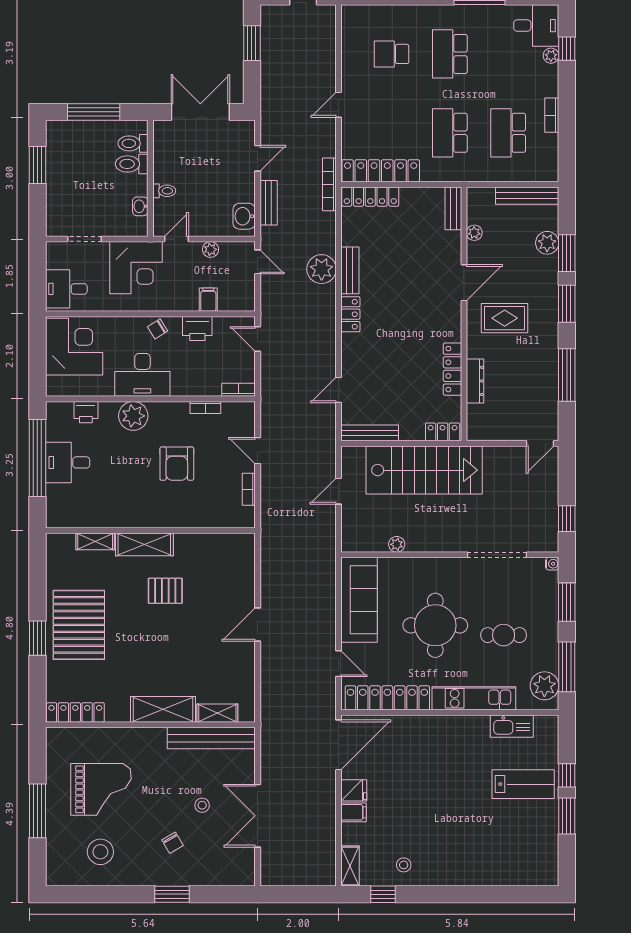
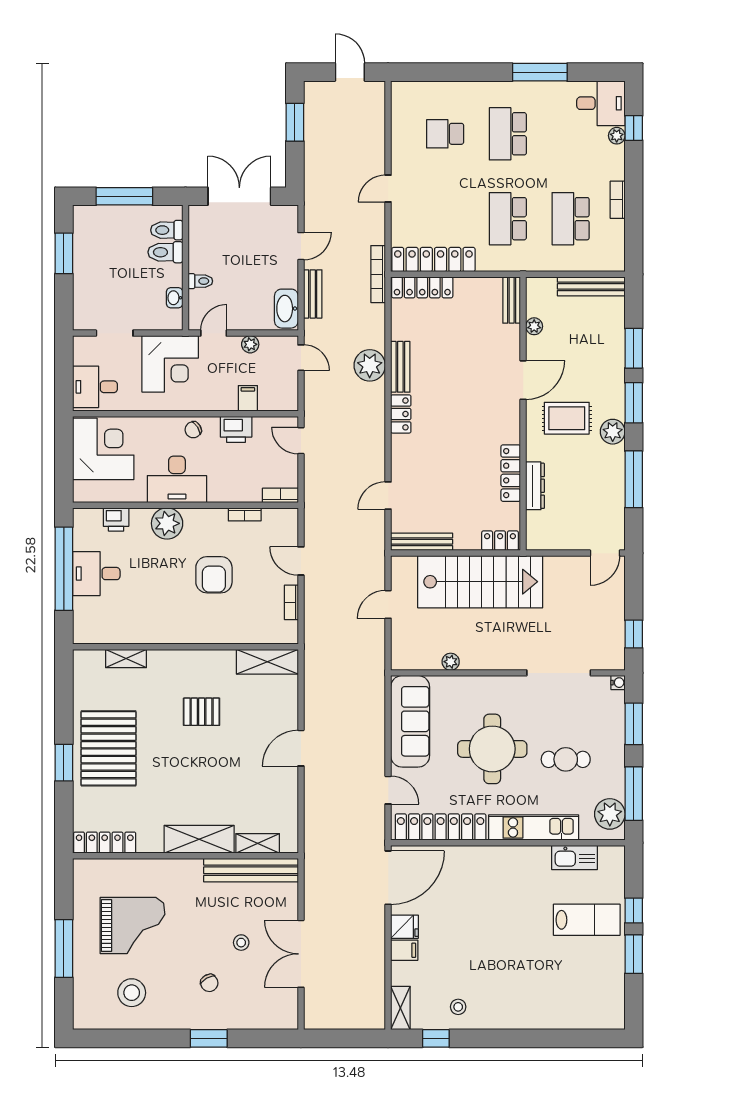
washbasin: (244, 216) -> (286, 309), width x1.38
plant: (547, 243) -> (613, 432), moved
shelving: (144, 544) -> (267, 662), moved

